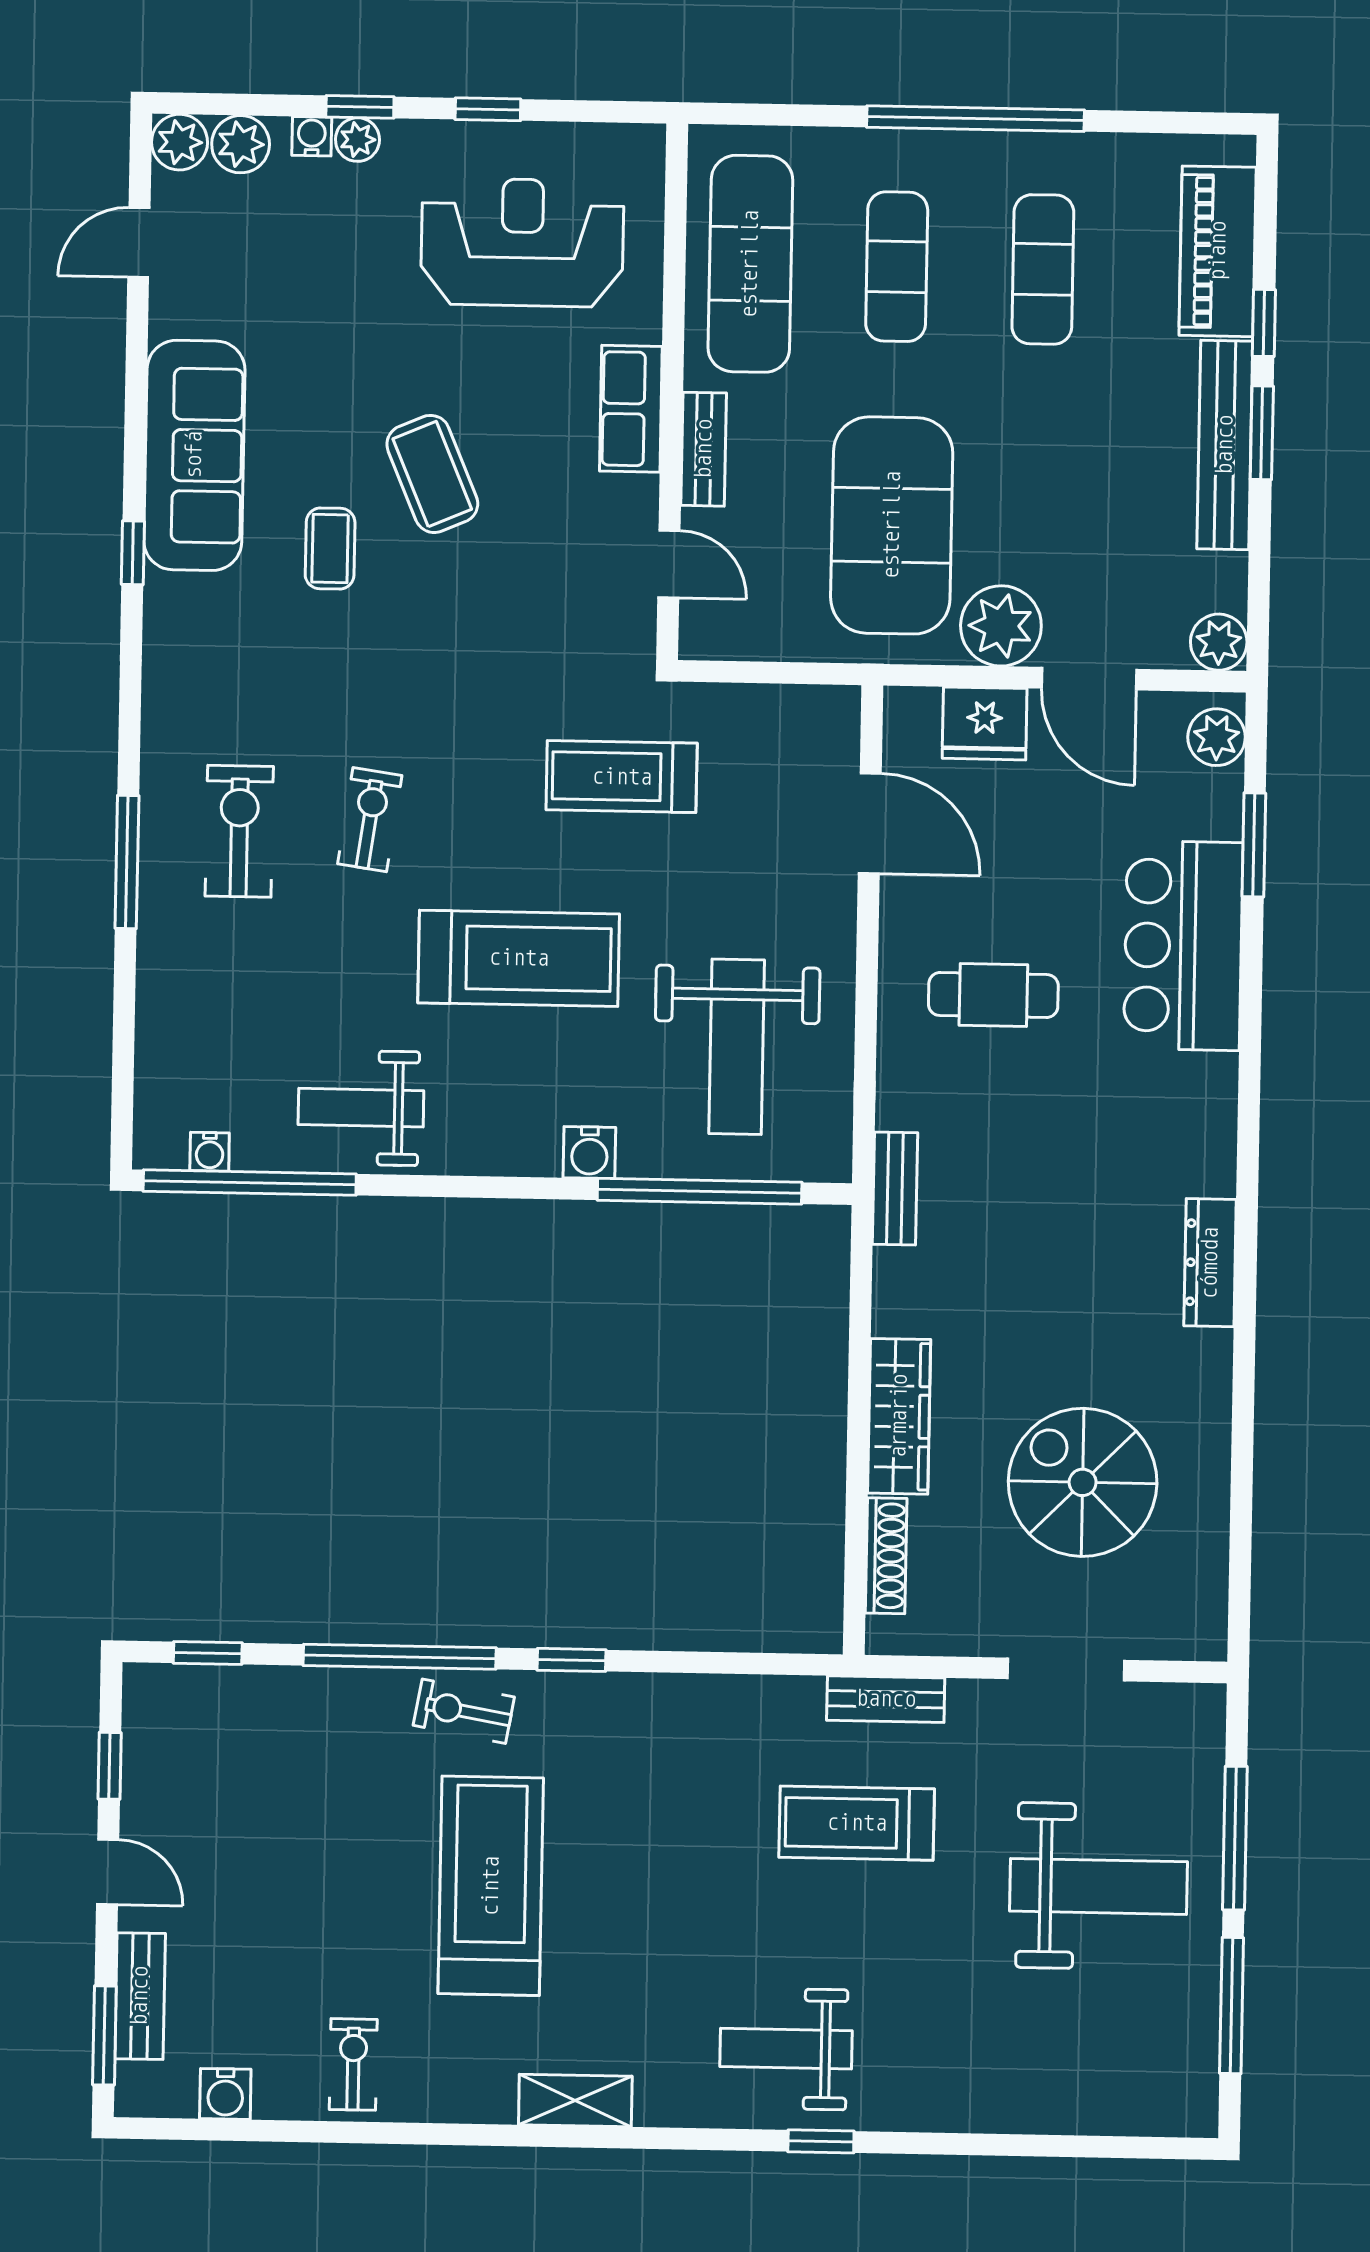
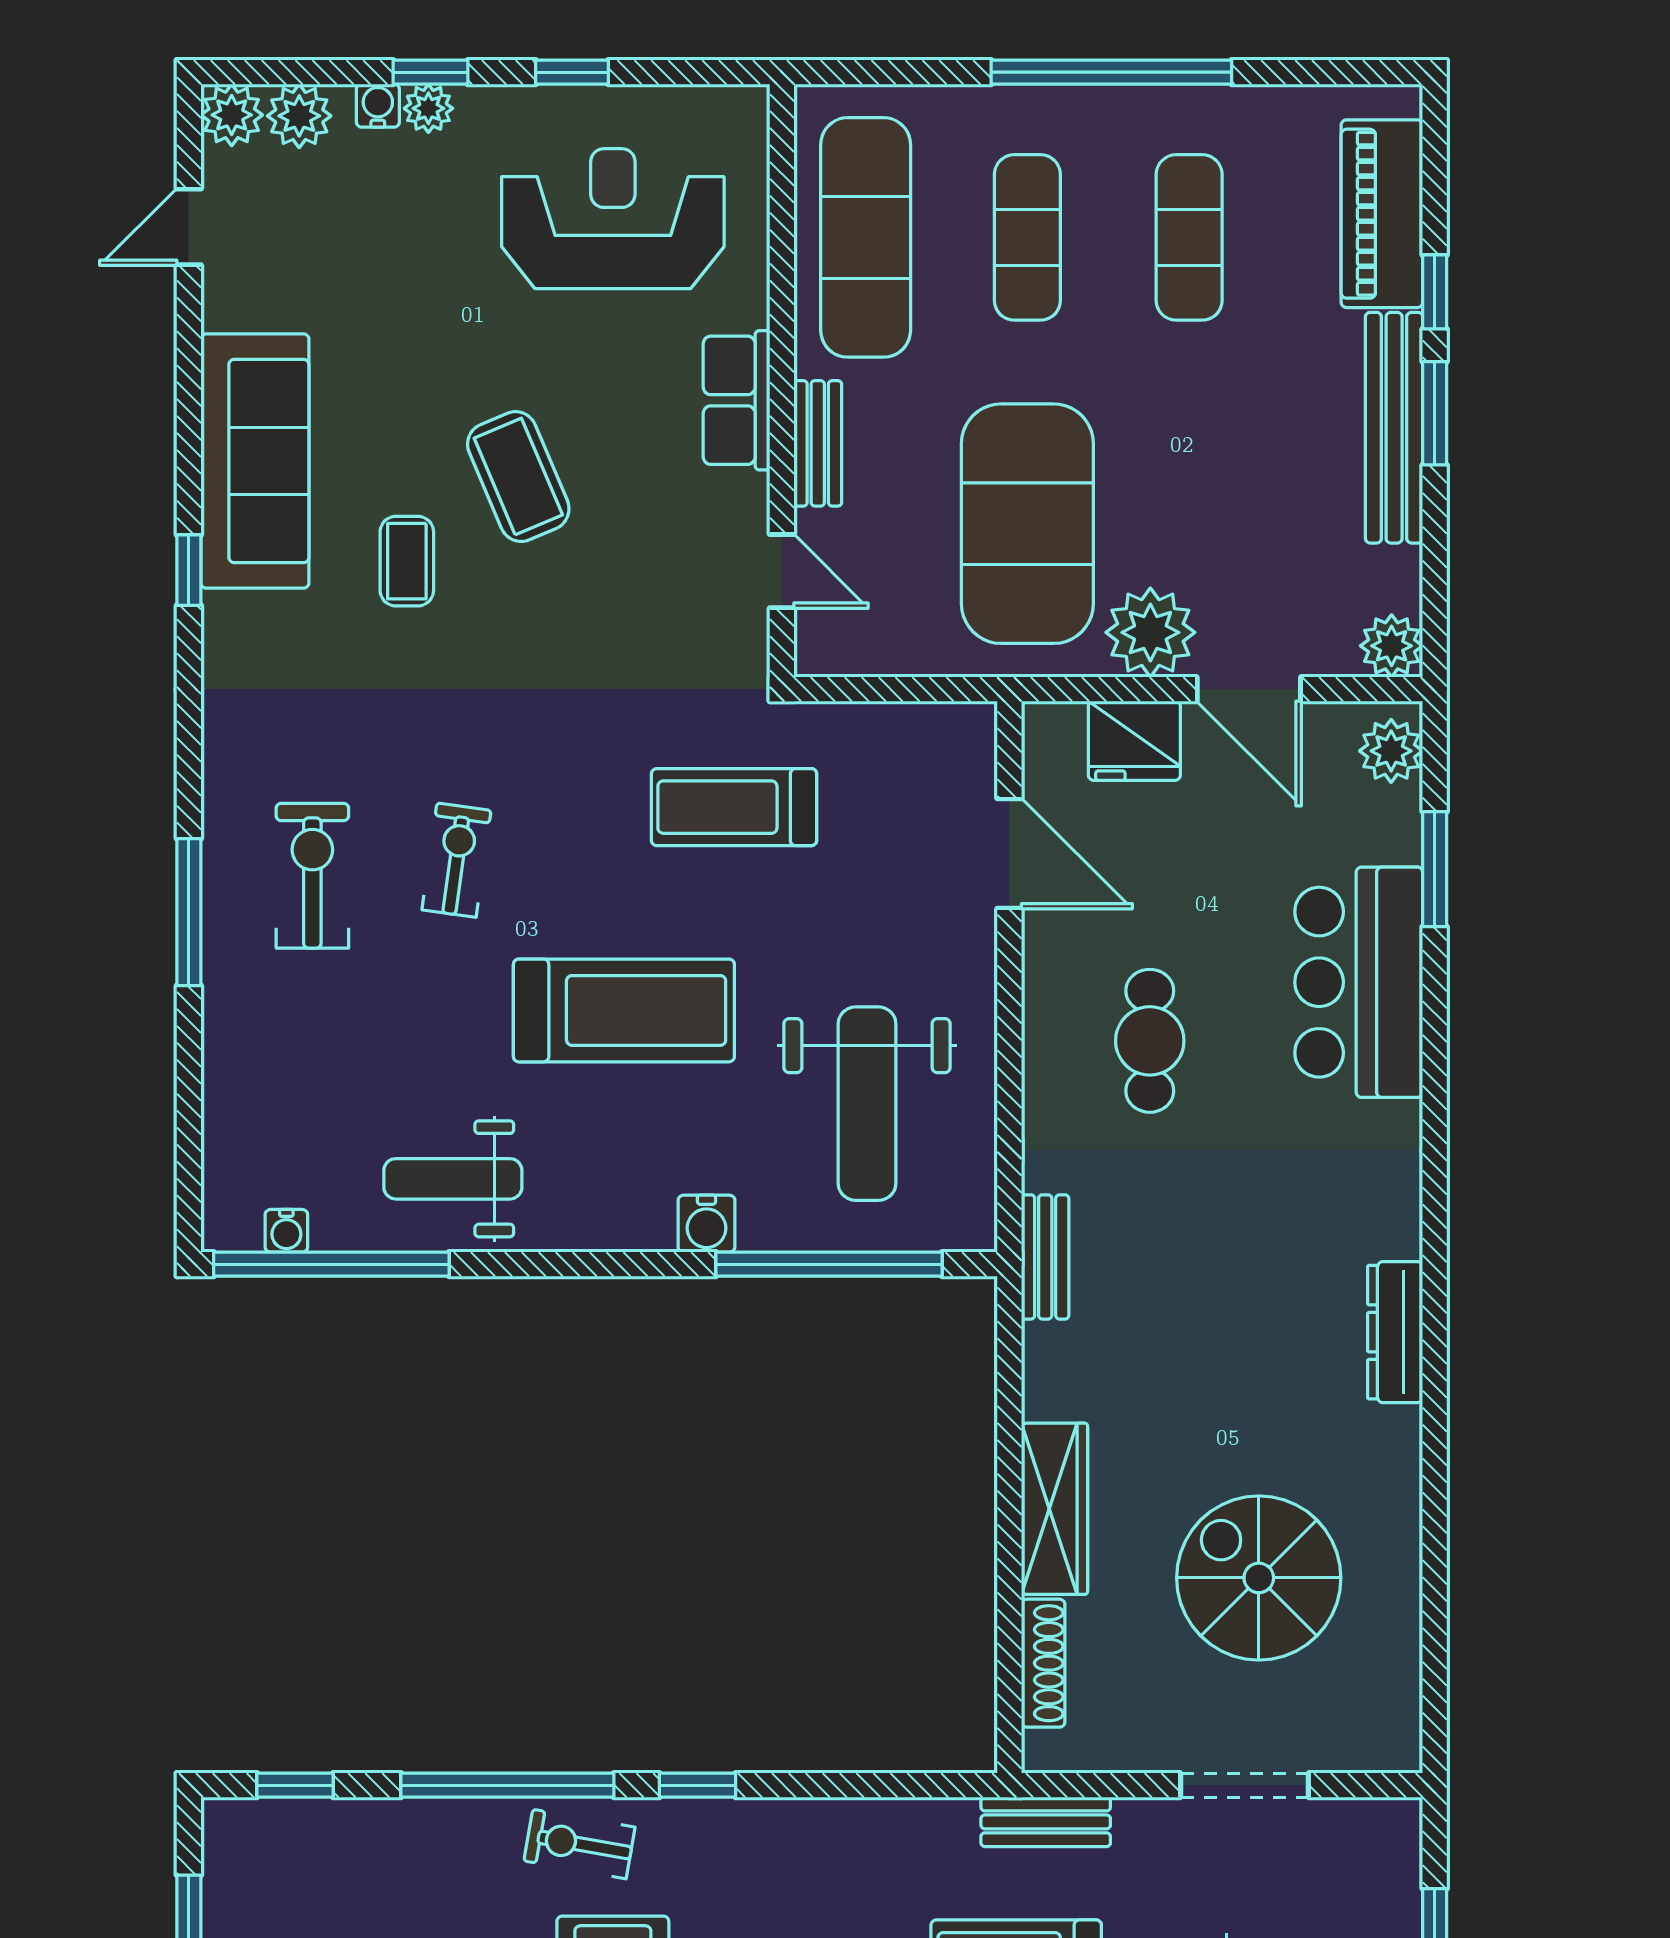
cafe table: (993, 995) -> (1150, 1041), turned 90

